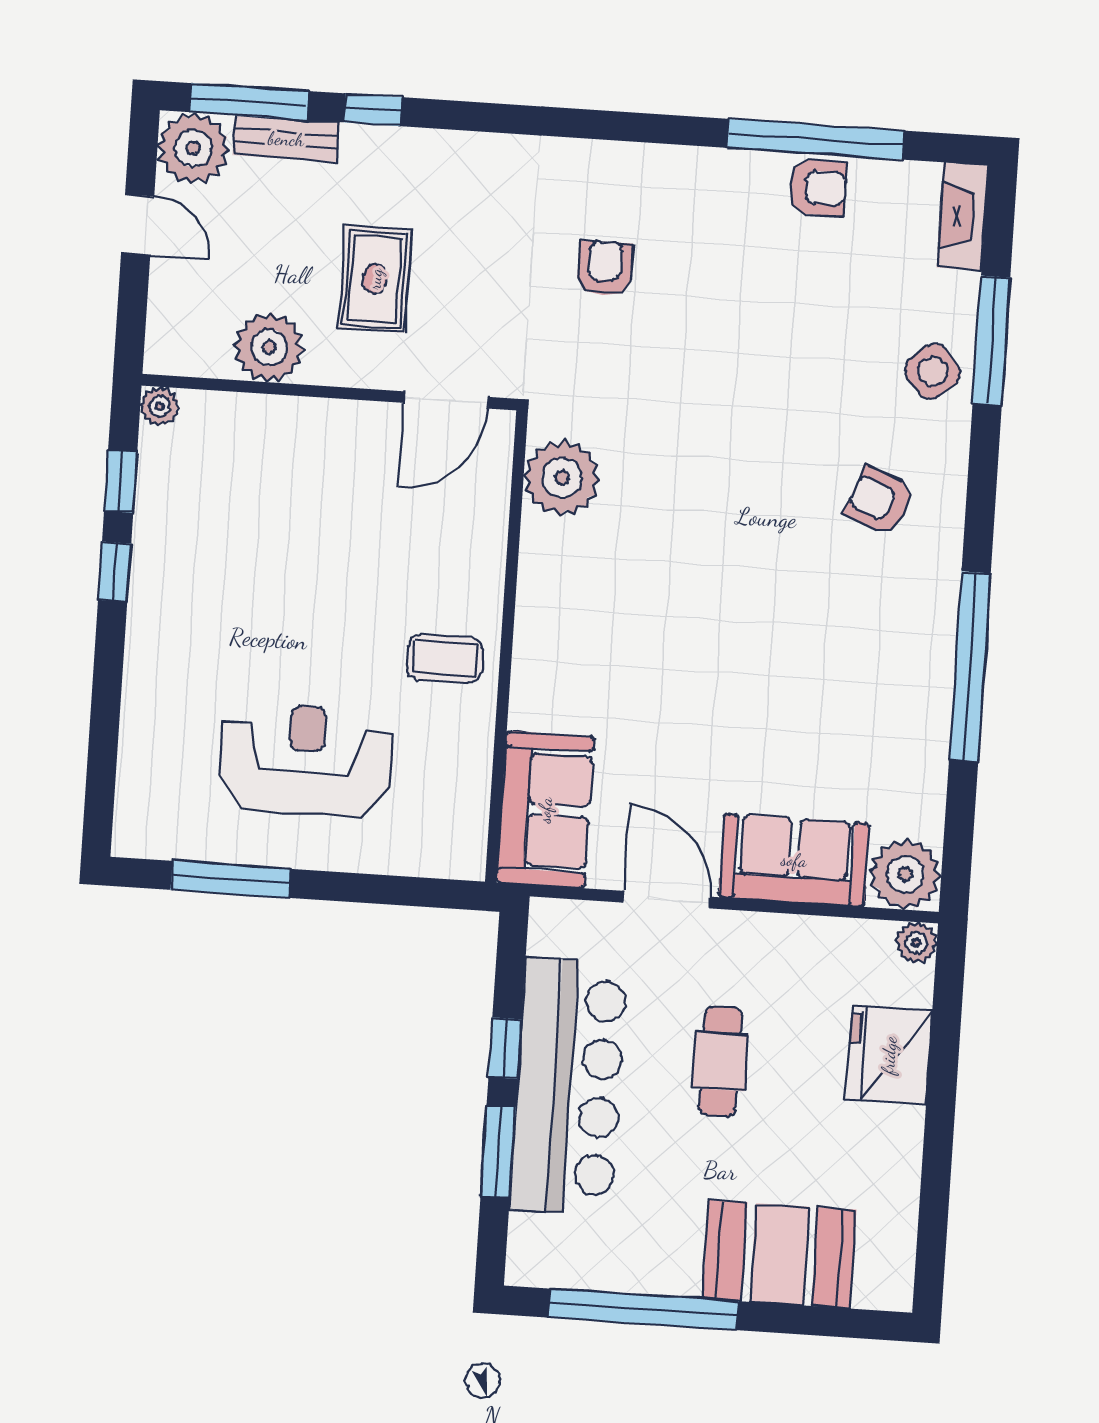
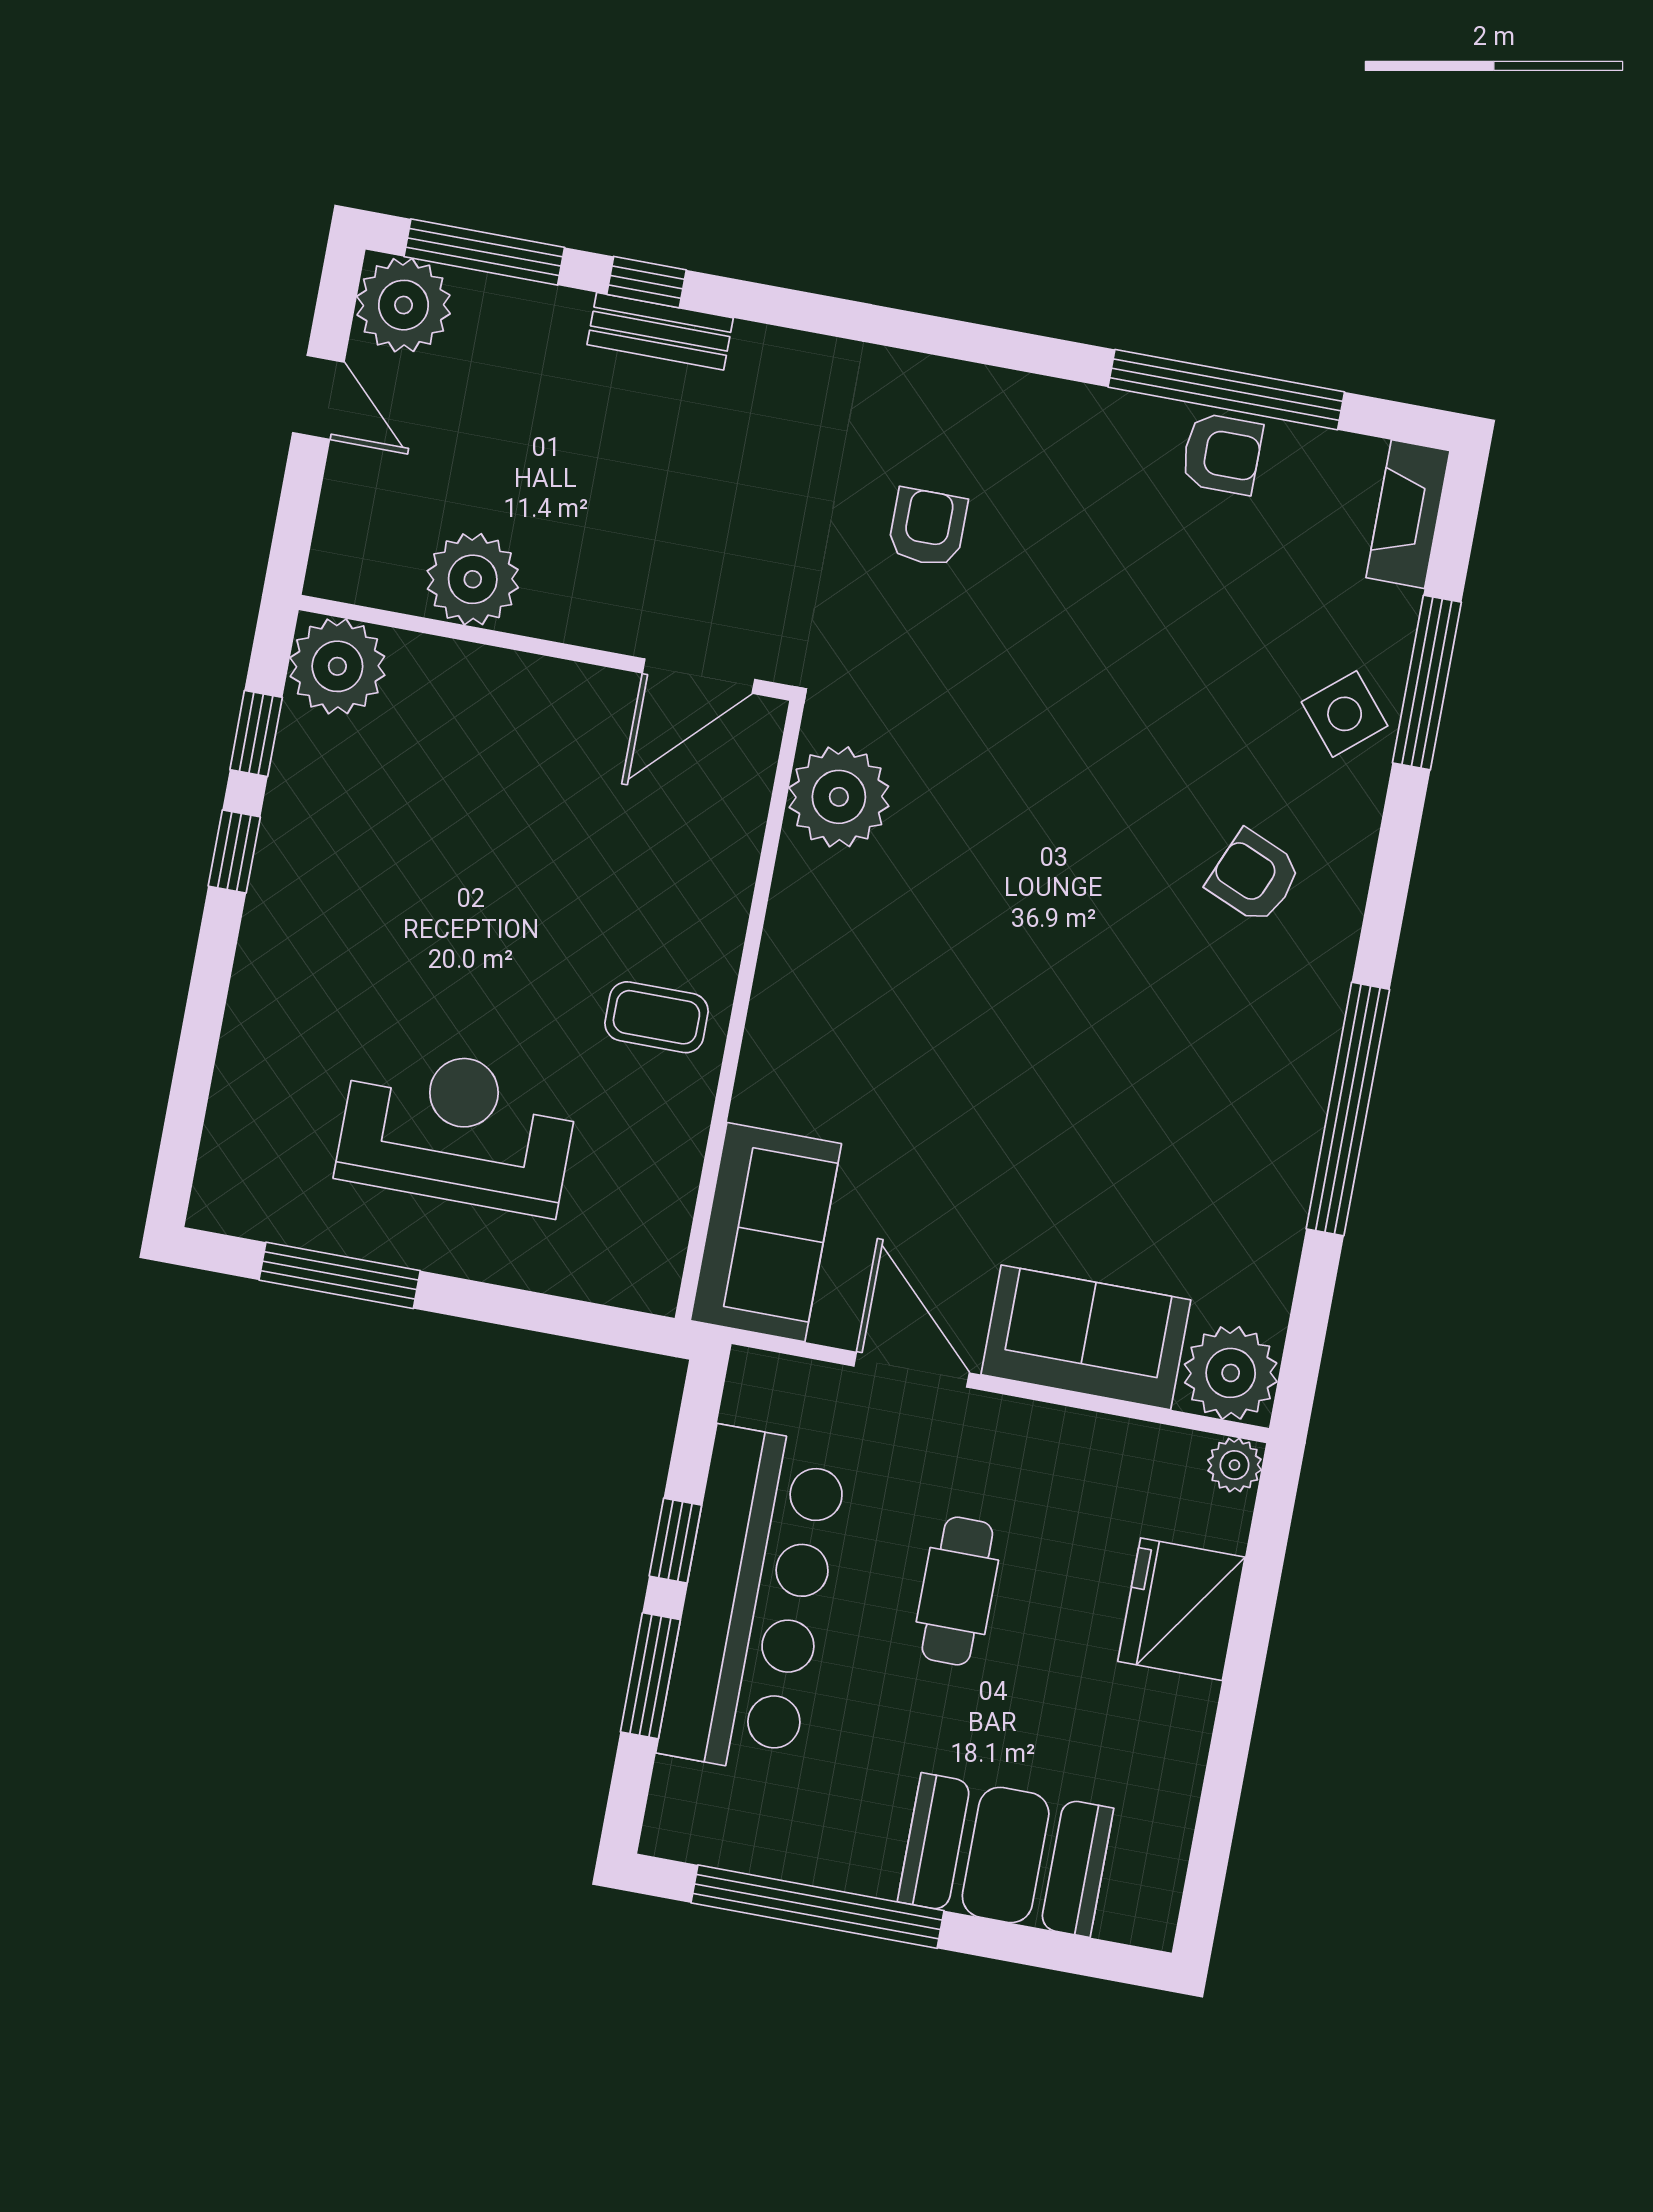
bench: (286, 139) -> (660, 331), moved
rug: (375, 279) -> (623, 506), removed
plant: (160, 406) -> (337, 666), width x1.88, depth x1.88

